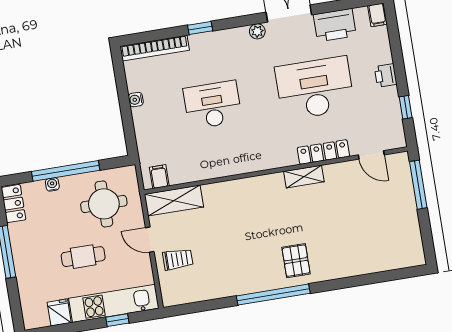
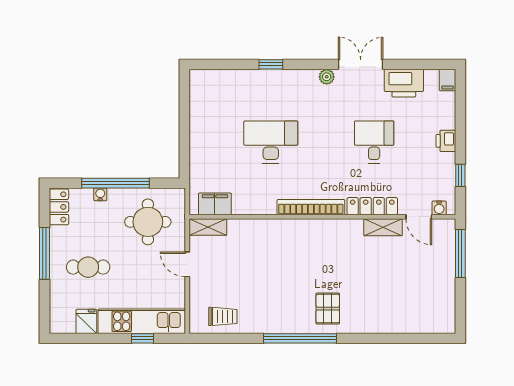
bookcase: (155, 48) -> (311, 207), moved, turned 180
desk: (315, 88) -> (374, 142), width x0.53, depth x0.77
water cooler: (136, 100) -> (439, 208), moved, turned -90
filing cabinet: (159, 177) -> (215, 204), width x2.00
shelving: (304, 177) -> (383, 227), moved
shelving: (174, 201) -> (208, 227), width x0.67, depth x0.75
cafe table: (83, 257) -> (88, 267), moved
trolley: (178, 259) -> (223, 316), moved

